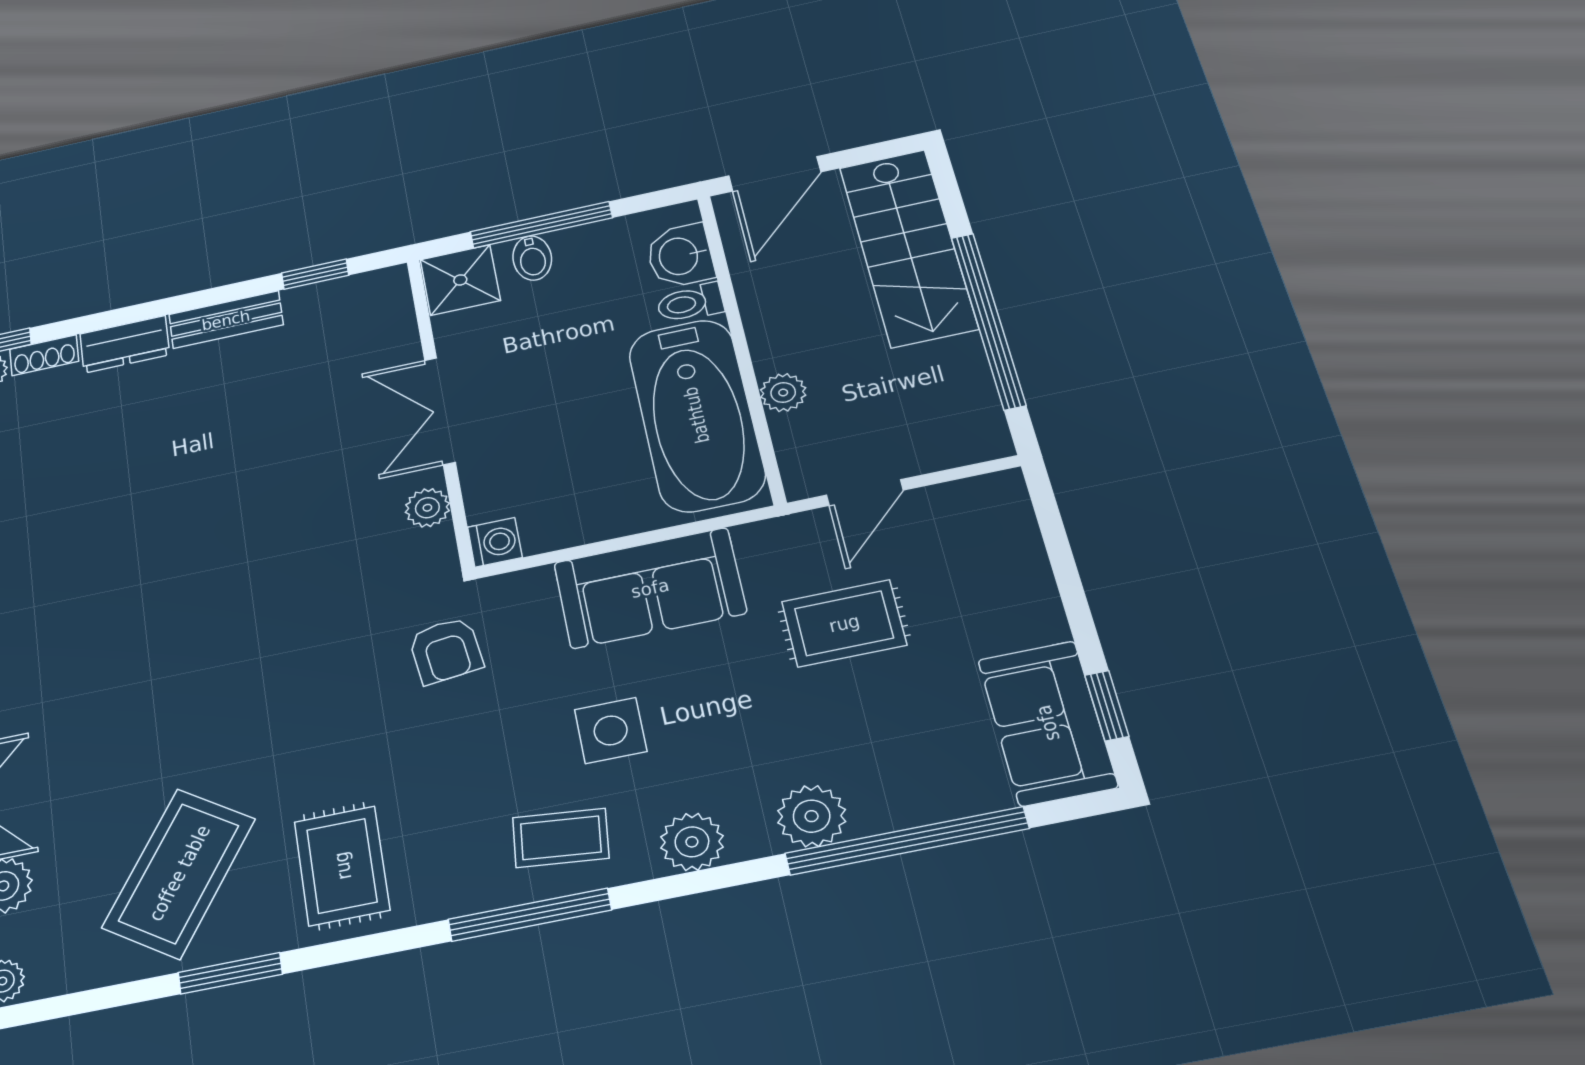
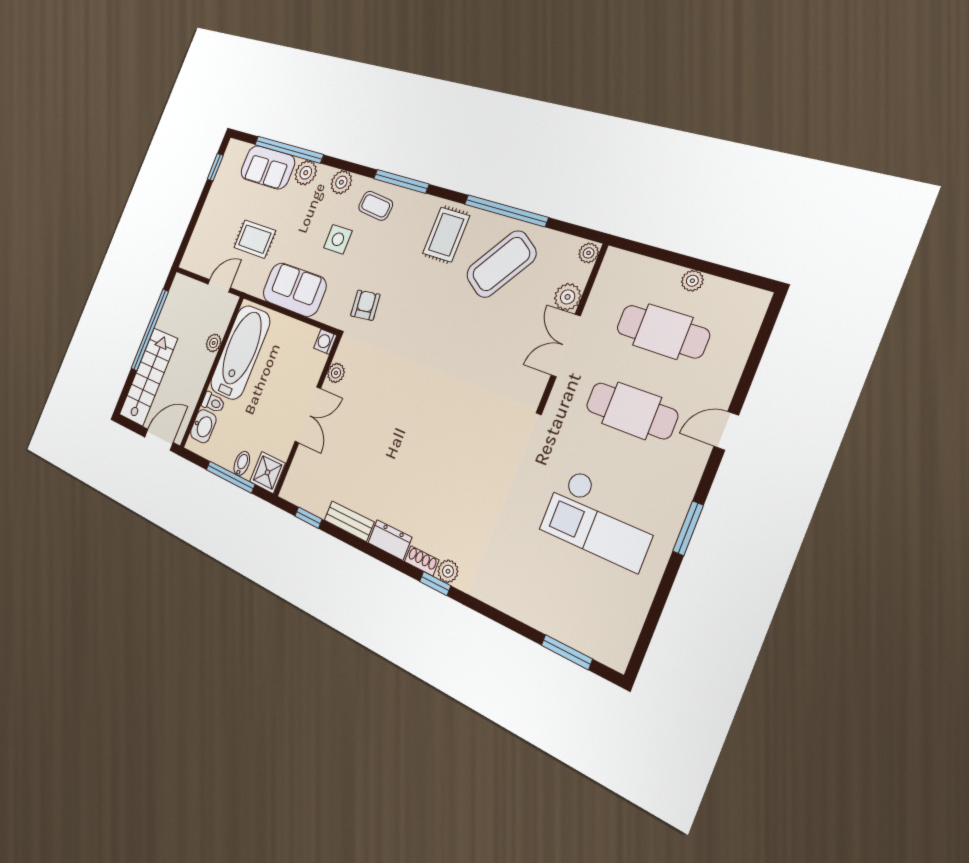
sofa: (1047, 723) -> (268, 167), moved, turned 90
window: (230, 973) -> (506, 211), width x2.11

